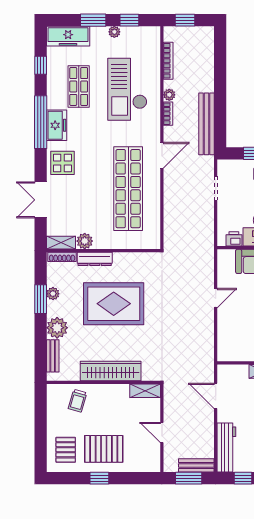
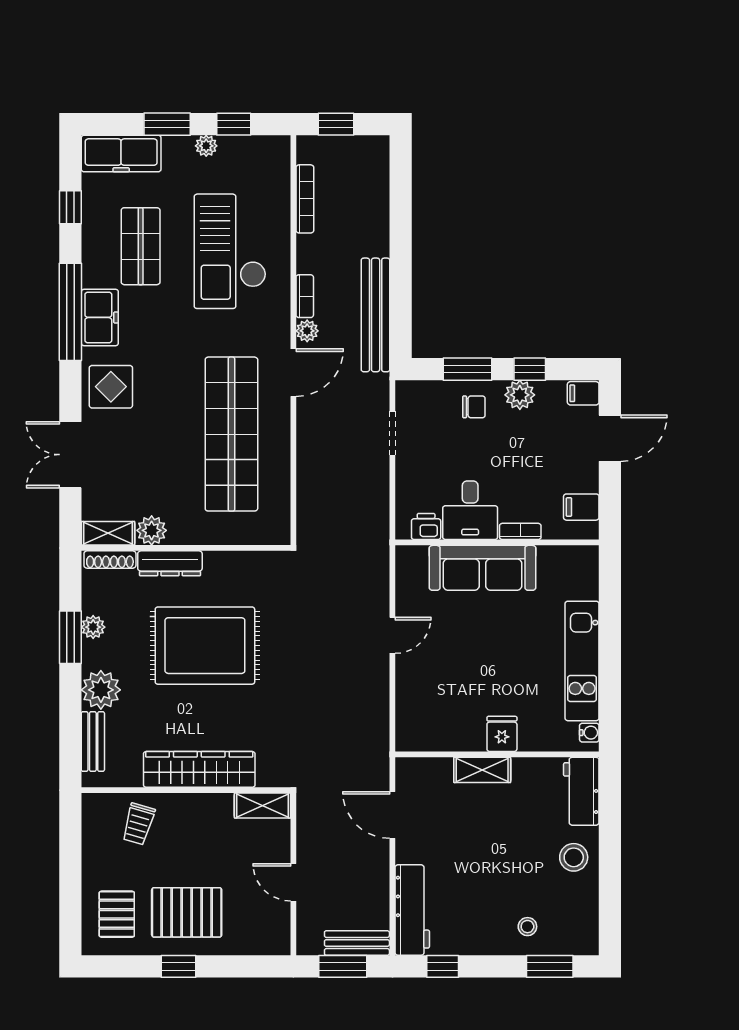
plant: (169, 95) -> (307, 331), moved

